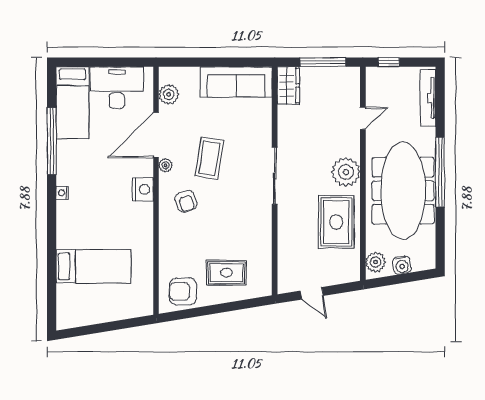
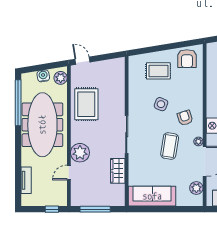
wardrobe: (288, 86) -> (118, 171), moved
tv unit: (428, 98) -> (26, 180), width x0.71
plant: (346, 172) -> (80, 153), moved
window: (440, 172) -> (18, 103), moved
side table: (223, 222) -> (161, 104), added
armchair: (183, 291) -> (187, 59), turned 90
door: (312, 293) -> (83, 61), moved

